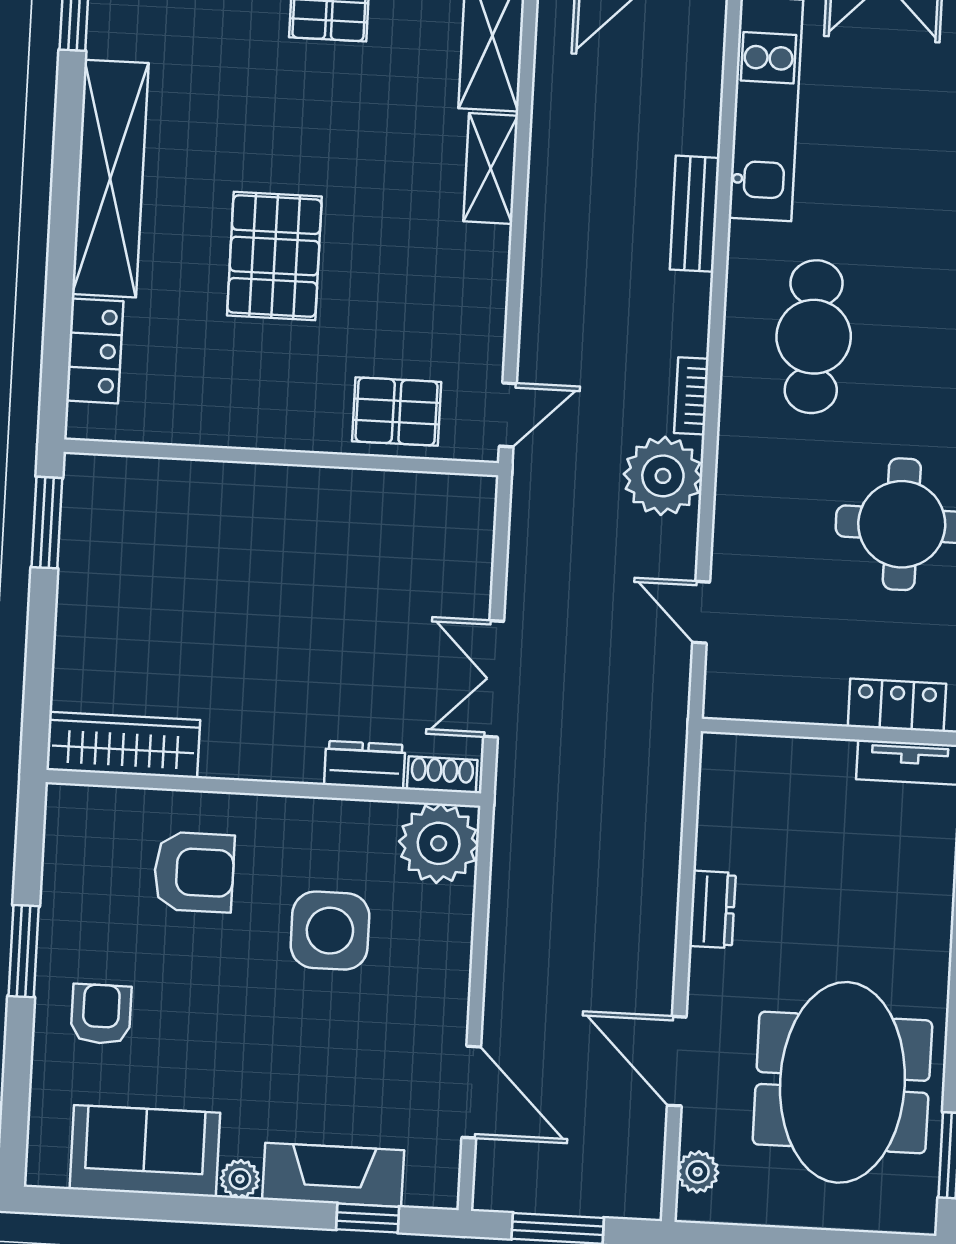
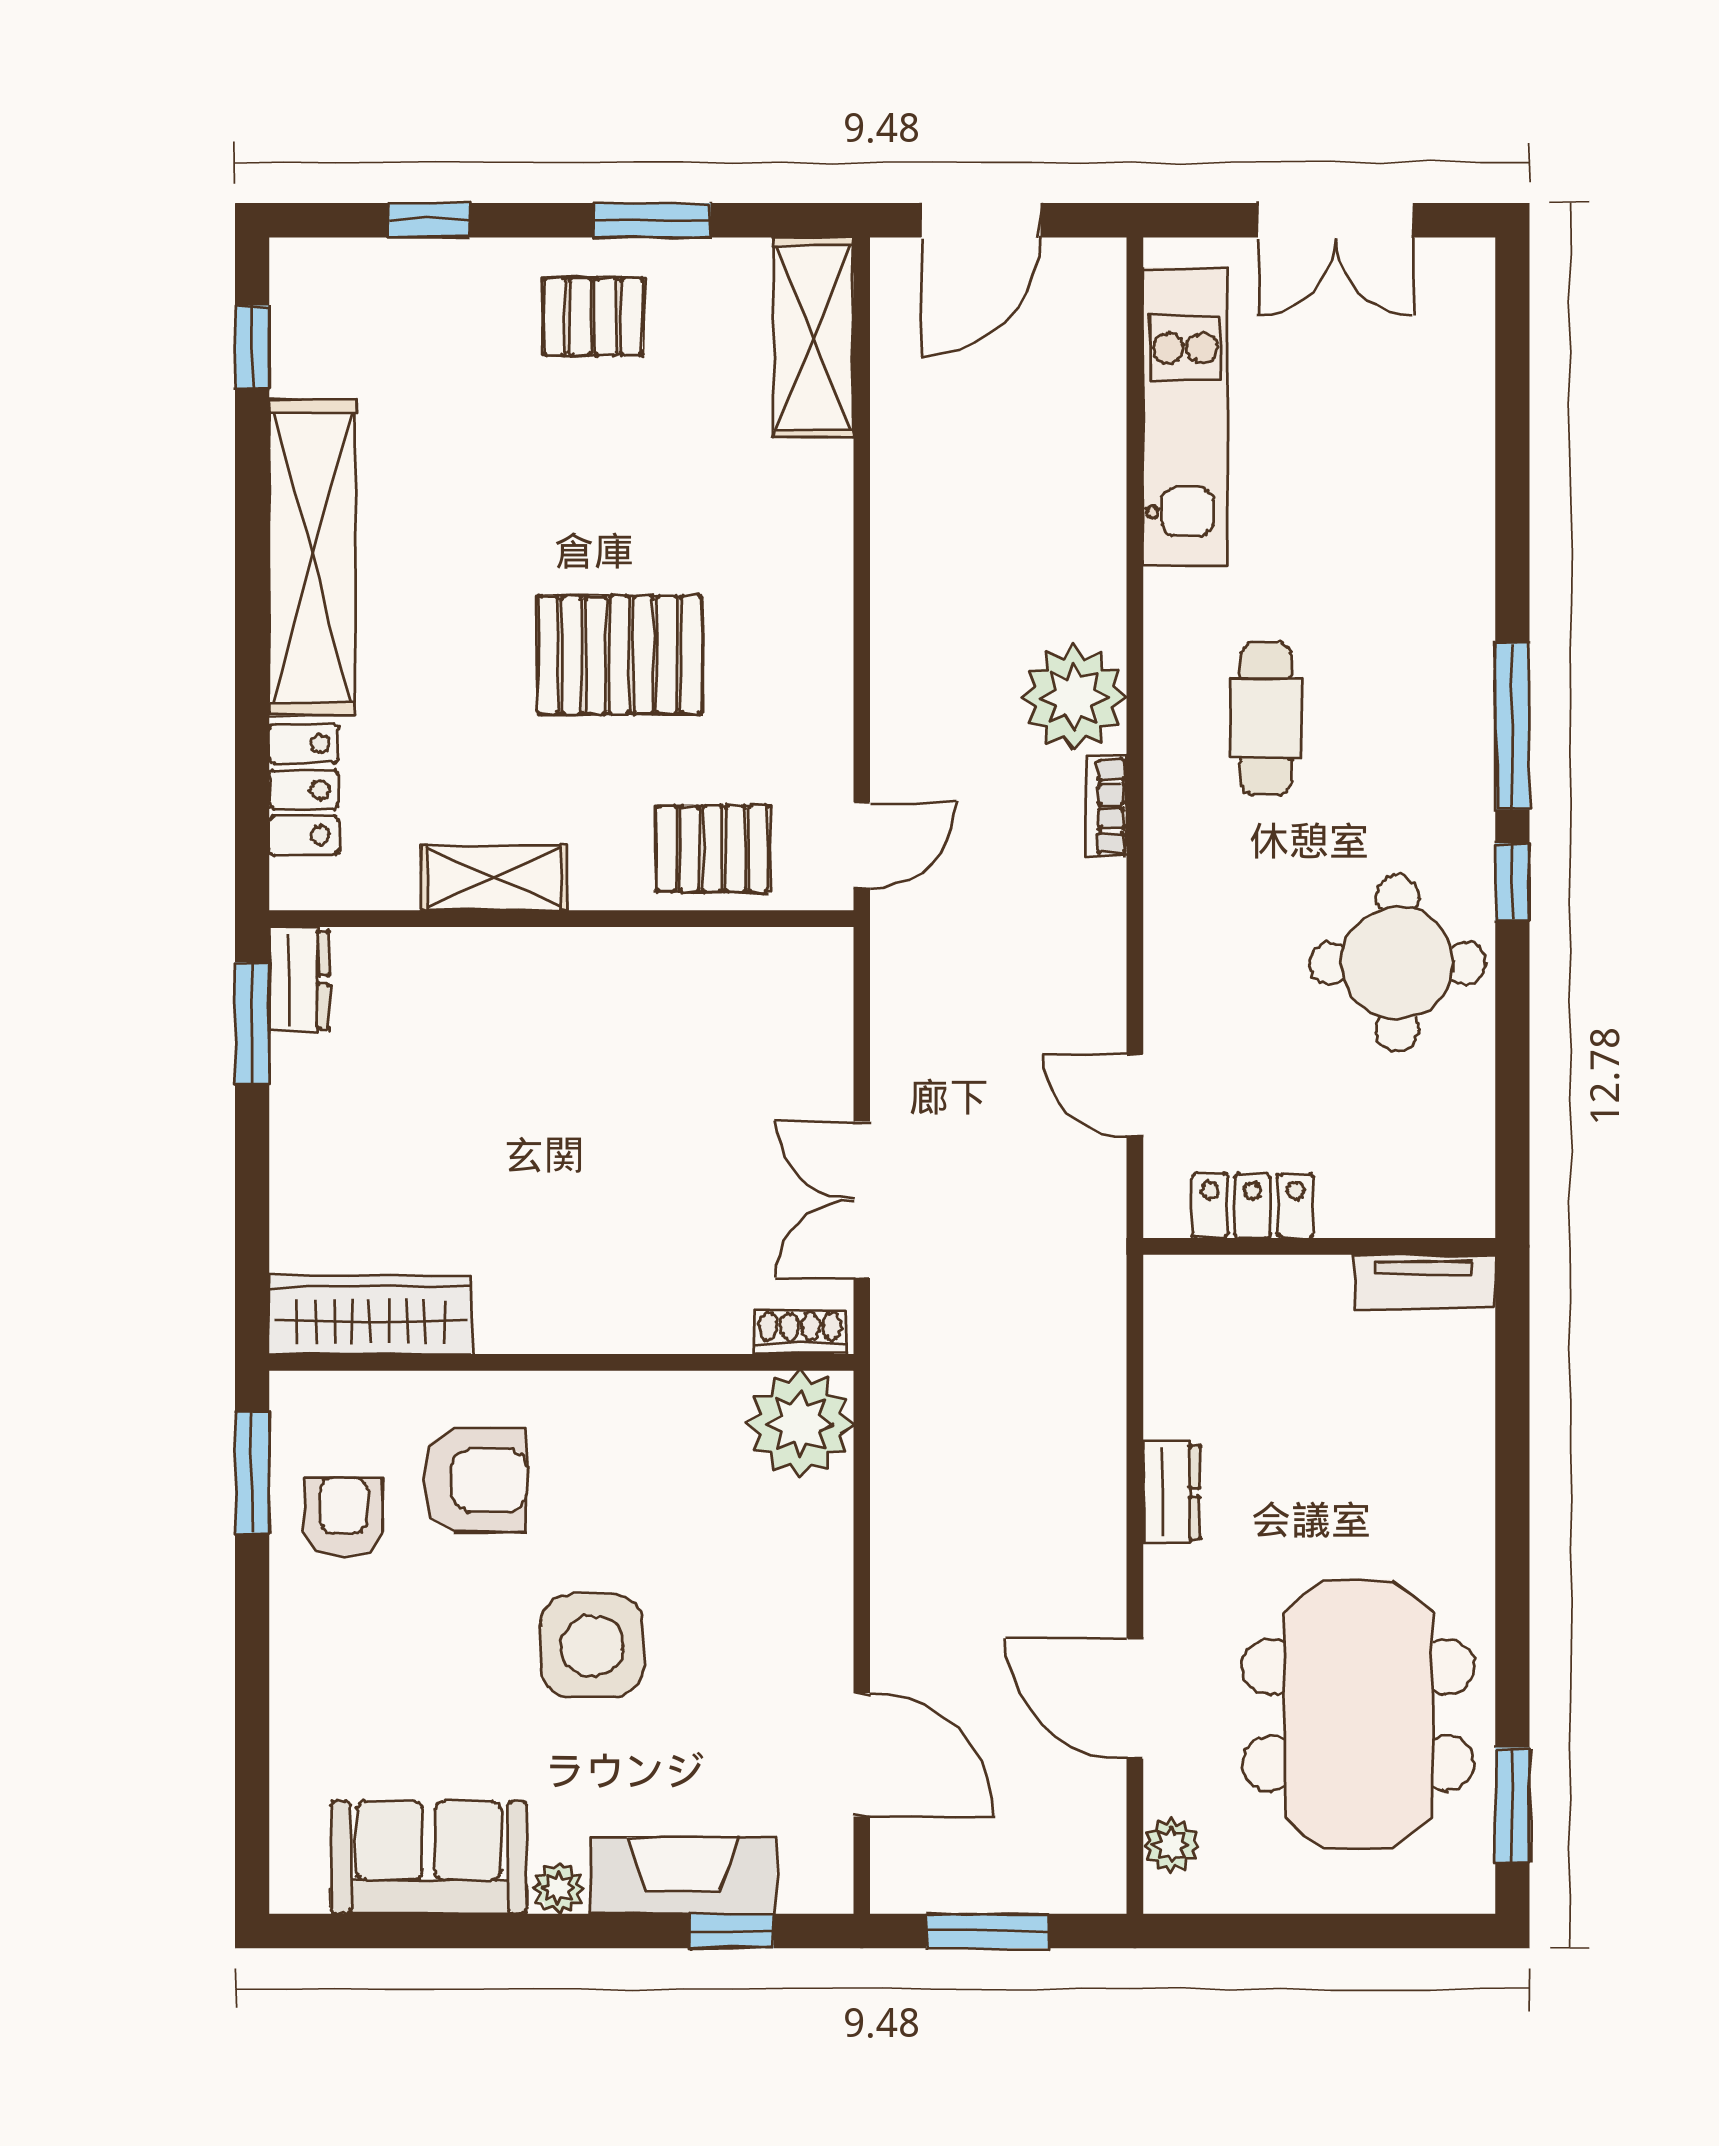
shelving: (491, 169) -> (494, 878), moved, turned 90
bench: (695, 214) -> (1097, 562), removed
pallet: (274, 256) -> (620, 655), moved, turned 90
cafe table: (814, 337) -> (1266, 718), width x0.73, depth x0.74
plant: (663, 476) -> (1074, 697), moved
locker: (897, 705) -> (1253, 1206), moved
dresser: (365, 765) -> (299, 980), moved, turned 90
side table: (330, 931) -> (592, 1646), moved
window: (24, 951) -> (252, 1473), moved
armchair: (101, 1014) -> (343, 1516), moved

